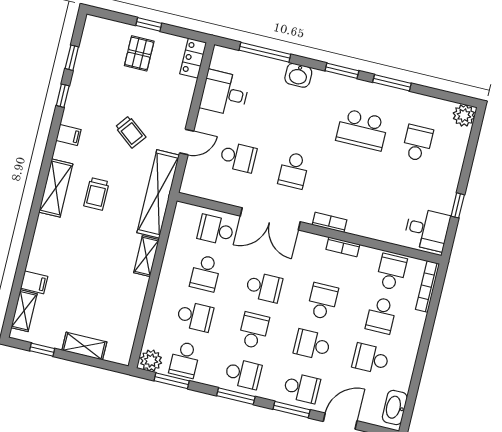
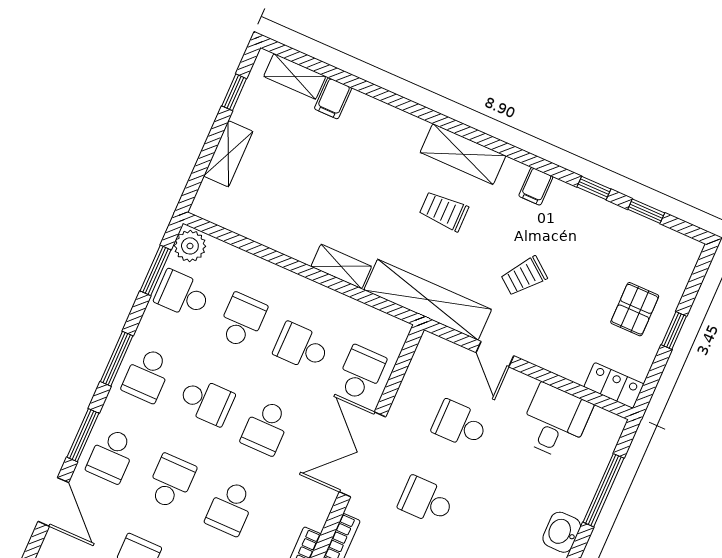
pallet: (139, 53) -> (635, 309), turned 90
school desk: (238, 157) -> (460, 424), turned 90
school desk: (322, 301) -> (230, 508), turned 90
school desk: (195, 316) -> (242, 321), turned 180

